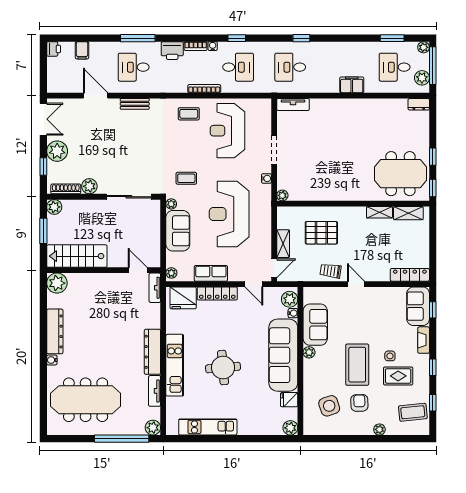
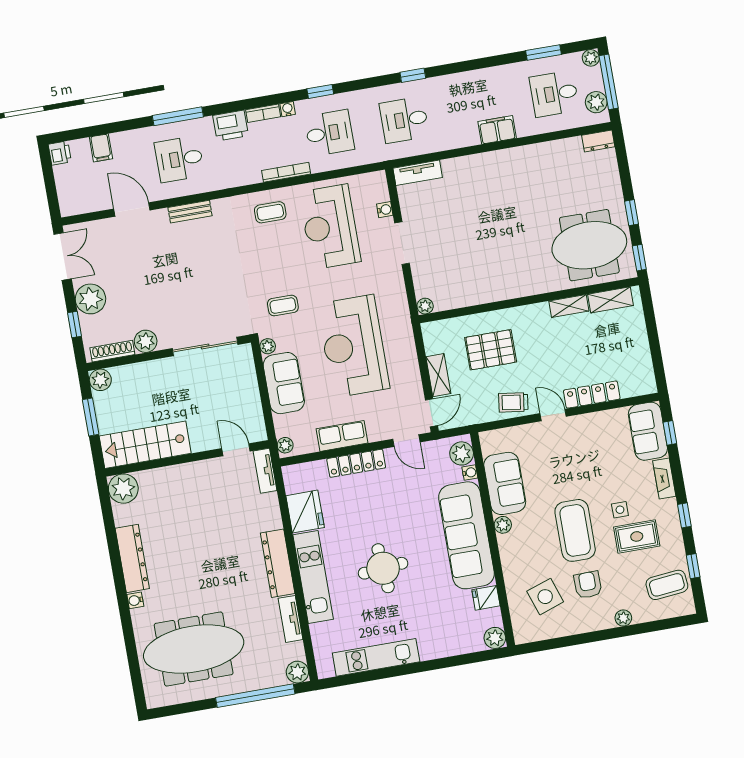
water cooler: (266, 178) -> (385, 210), moved
locker: (410, 275) -> (592, 395), moved
fridge: (183, 298) -> (305, 512), moved, turned -90

